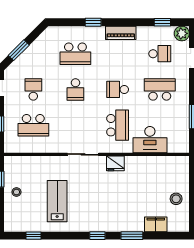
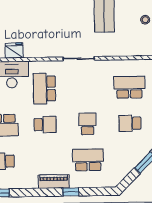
piano: (121, 33) -> (54, 181), moved
school desk: (33, 89) -> (130, 123), turned 90
fridge: (115, 163) -> (14, 51), moved

